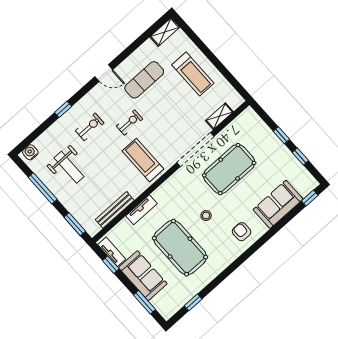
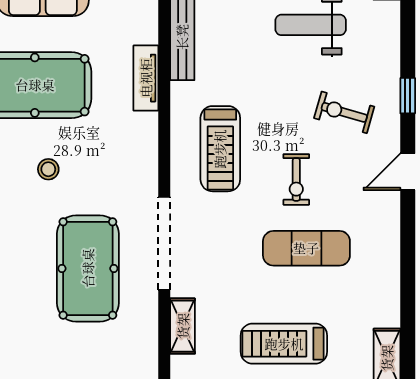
door: (104, 73) -> (408, 172), moved
exercise mat: (144, 80) -> (306, 248), moved, turned 90
exercise bike: (90, 127) -> (344, 112), turned 106
treadmill: (143, 160) -> (220, 149), turned 90

